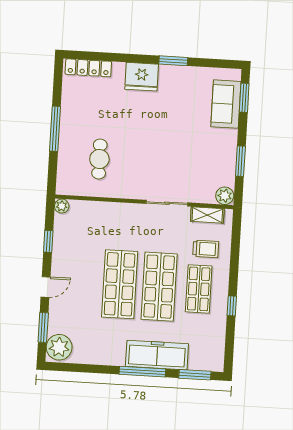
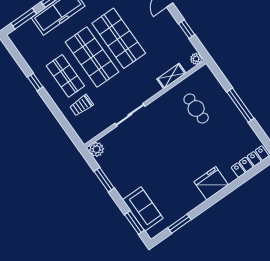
window: (173, 61) -> (179, 224), moved
shelving: (207, 215) -> (171, 76), moved

